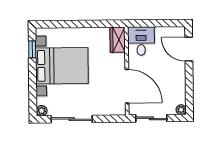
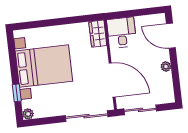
window: (32, 49) -> (17, 93), moved
plant: (181, 110) -> (166, 67), moved
sliding door: (72, 119) -> (87, 116), moved

